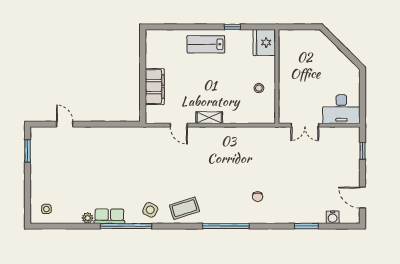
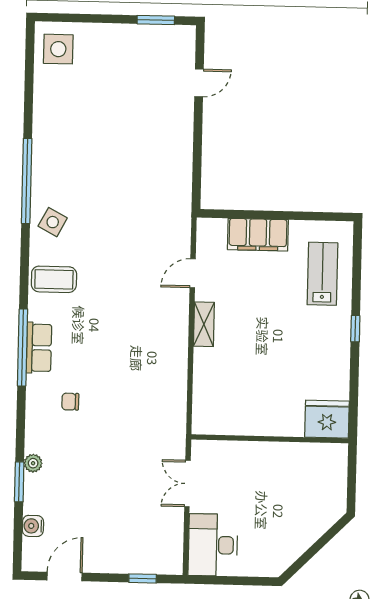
window: (232, 27) -> (355, 329), moved
lab bench: (206, 44) -> (322, 274), moved
stool: (259, 88) -> (251, 408), removed
coffee table: (184, 208) -> (54, 279), turned -72
side table: (46, 209) -> (58, 49), width x1.87, depth x1.87
row of seats: (109, 216) -> (39, 348), moved
plant: (88, 218) -> (33, 463), moved

